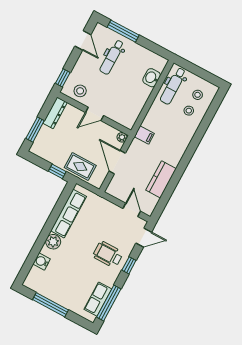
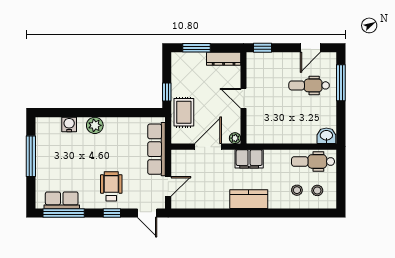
washbasin: (152, 78) -> (326, 136), moved
stool: (80, 91) -> (259, 72), removed
filing cabinet: (144, 135) -> (249, 159), width x2.00
kitchen counter: (161, 179) -> (249, 199), moved
row of seats: (69, 214) -> (157, 149), moved, turned 90

